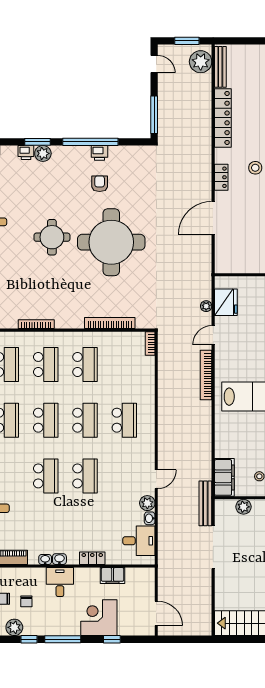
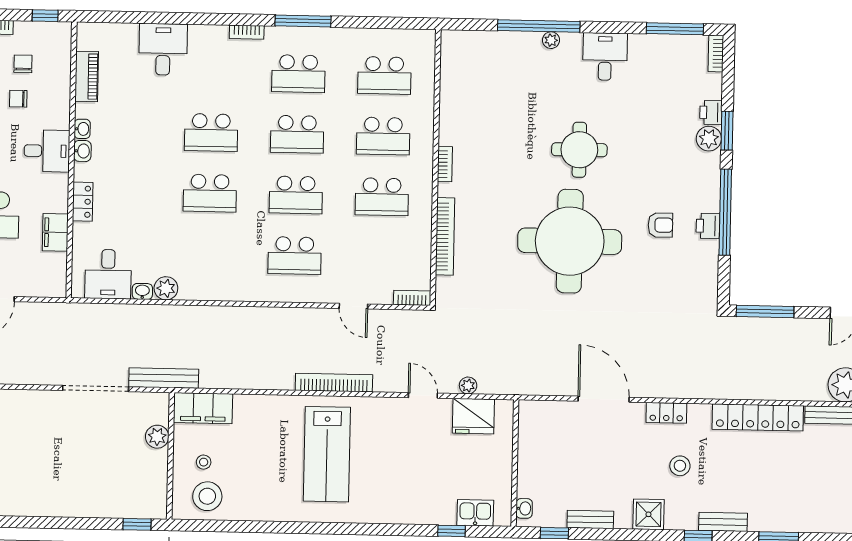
bookcase: (36, 324) -> (445, 164), moved, width x0.64
bookcase: (206, 375) -> (334, 383), moved
door: (156, 479) -> (353, 306), moved

